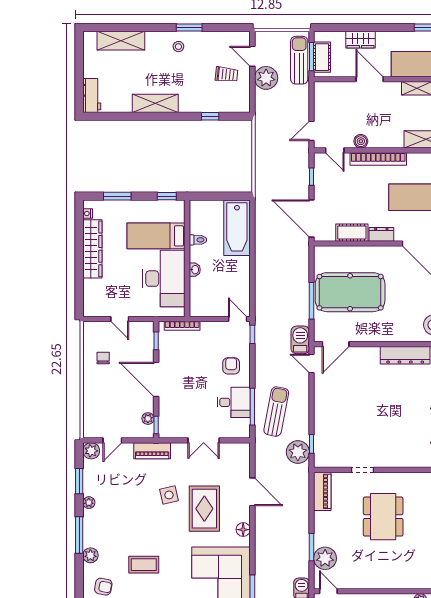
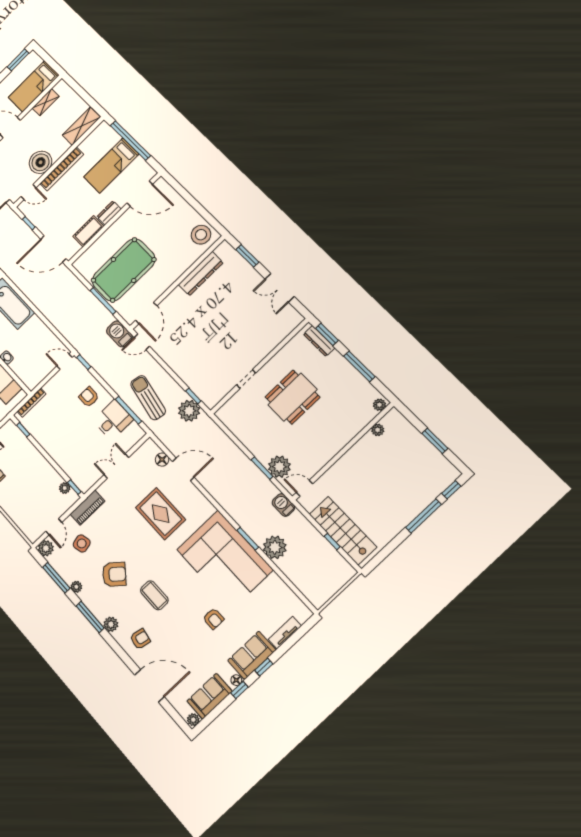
boiler: (361, 141) -> (41, 162), width x1.86, depth x1.86
door: (156, 379) -> (46, 456), removed
double door: (204, 440) -> (116, 466), swing flipped
window: (79, 481) -> (56, 578), width x1.44
piano: (322, 491) -> (232, 421), removed
side table: (169, 495) -> (82, 543), moved
dining table: (383, 517) -> (292, 397), turned 90
armchair: (127, 521) -> (114, 574), added
floor lamp: (243, 530) -> (162, 460), moved
coffee table: (144, 565) -> (154, 595), turned 90

